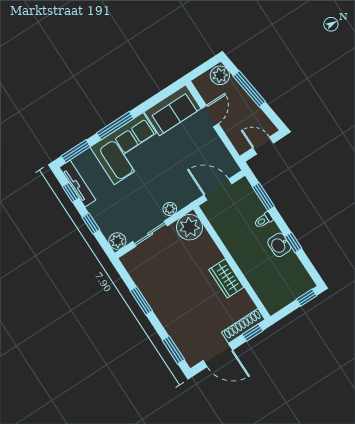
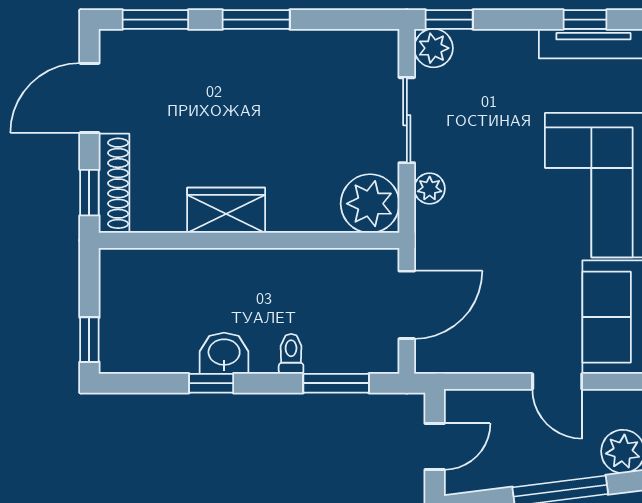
window: (91, 223) -> (449, 20), moved
window: (141, 301) -> (256, 20), moved

